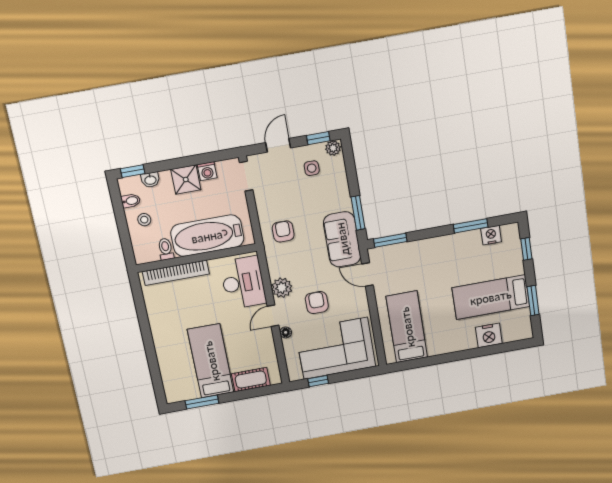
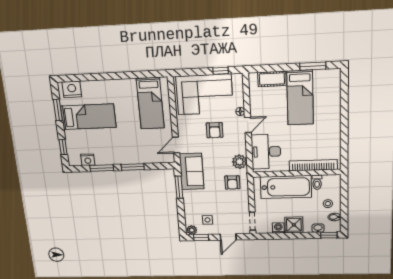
window: (390, 240) -> (133, 167), moved
door: (367, 274) -> (176, 145), swing flipped
plant: (282, 288) -> (240, 162), moved
nightstand: (489, 335) -> (72, 89), moved

